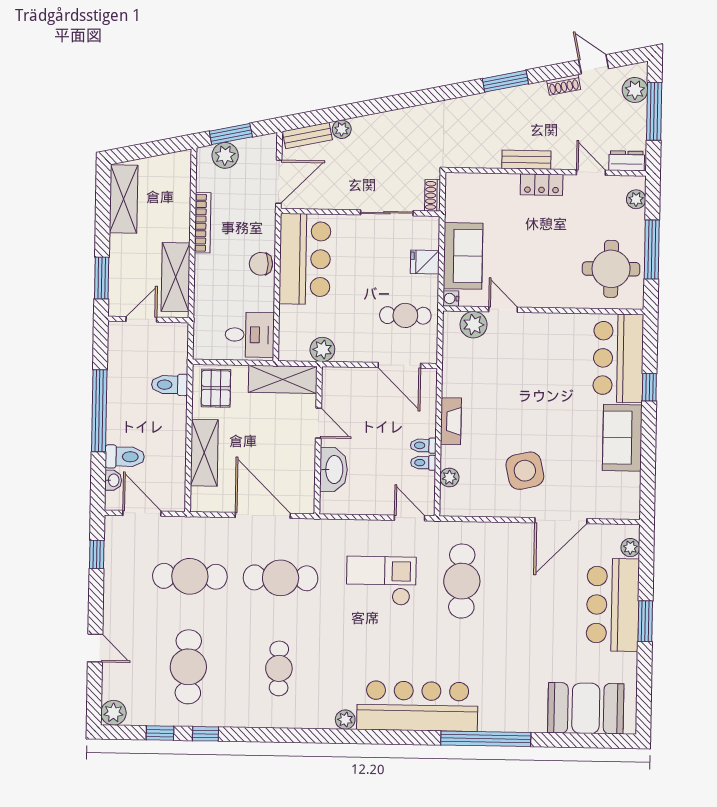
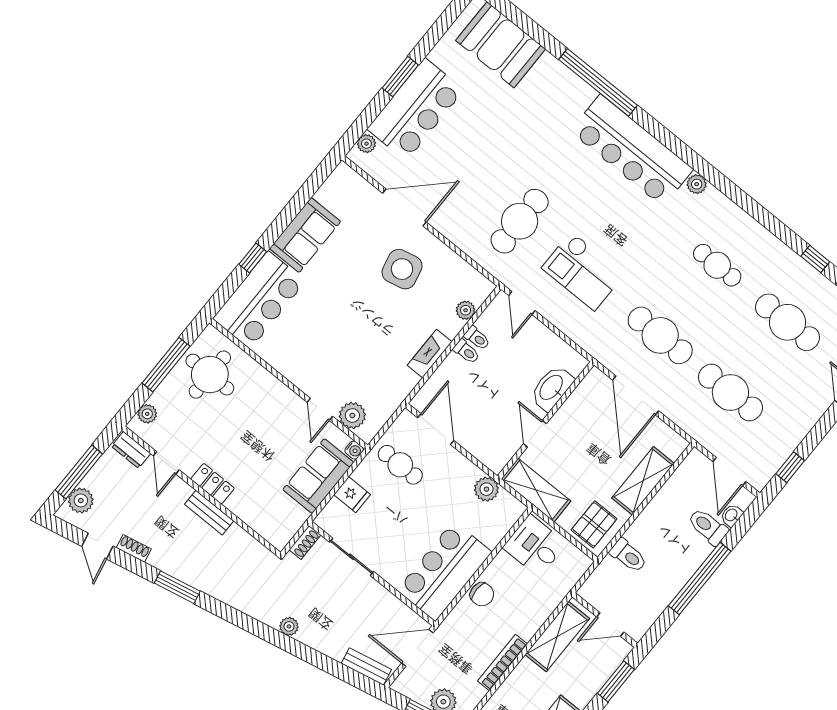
plant: (342, 129) -> (289, 626), moved
cafe table: (188, 667) -> (787, 322), turned 90
cafe table: (279, 668) -> (717, 265), turned 90

